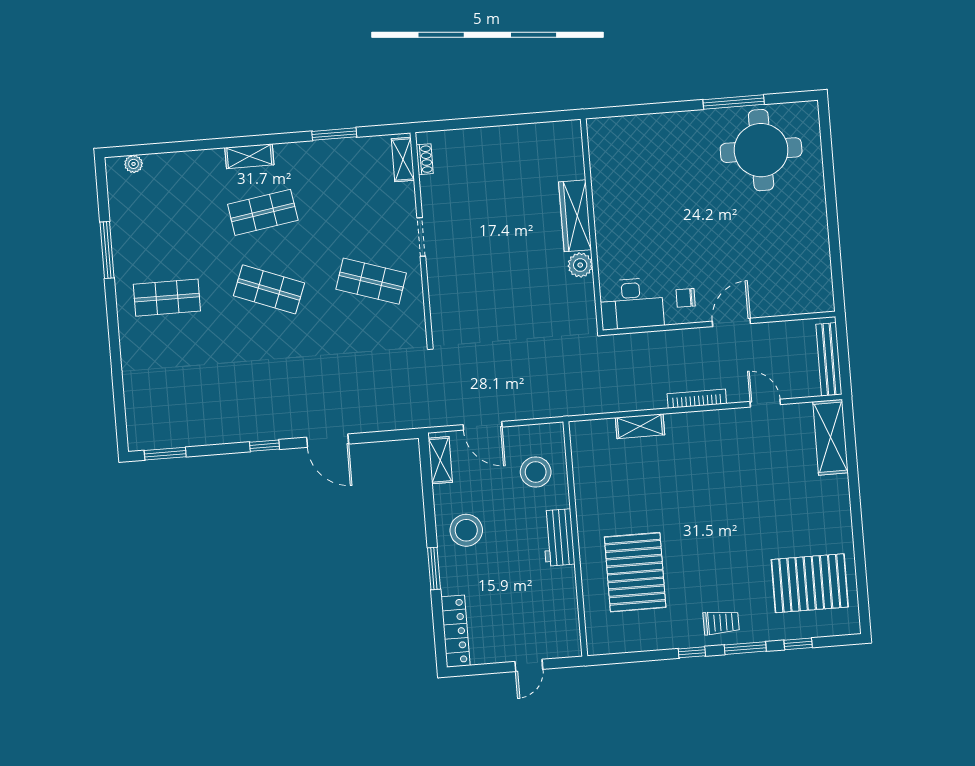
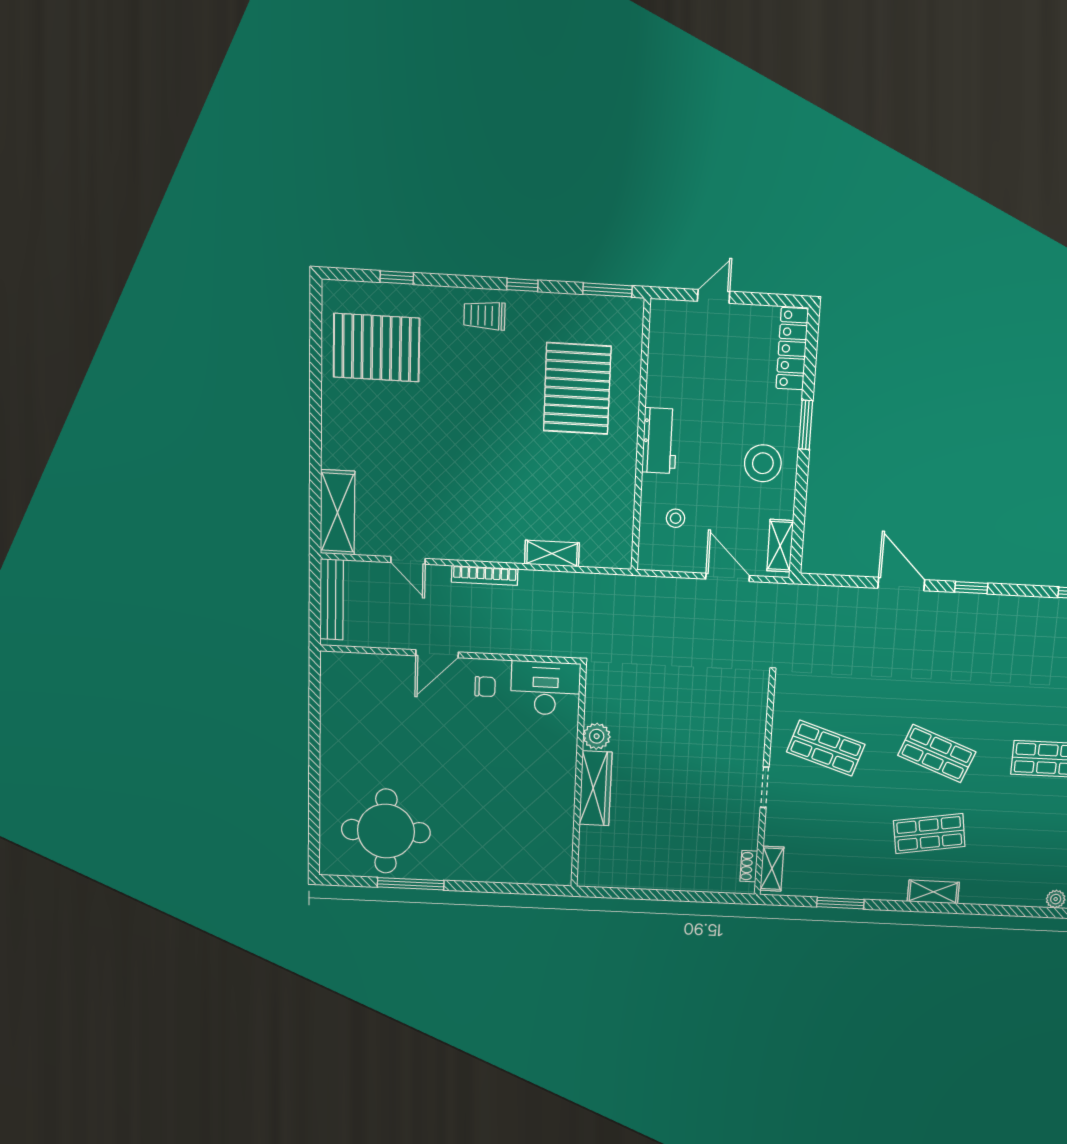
stool: (536, 472) -> (676, 518), width x0.53, depth x0.53
window: (745, 648) -> (608, 290), moved

